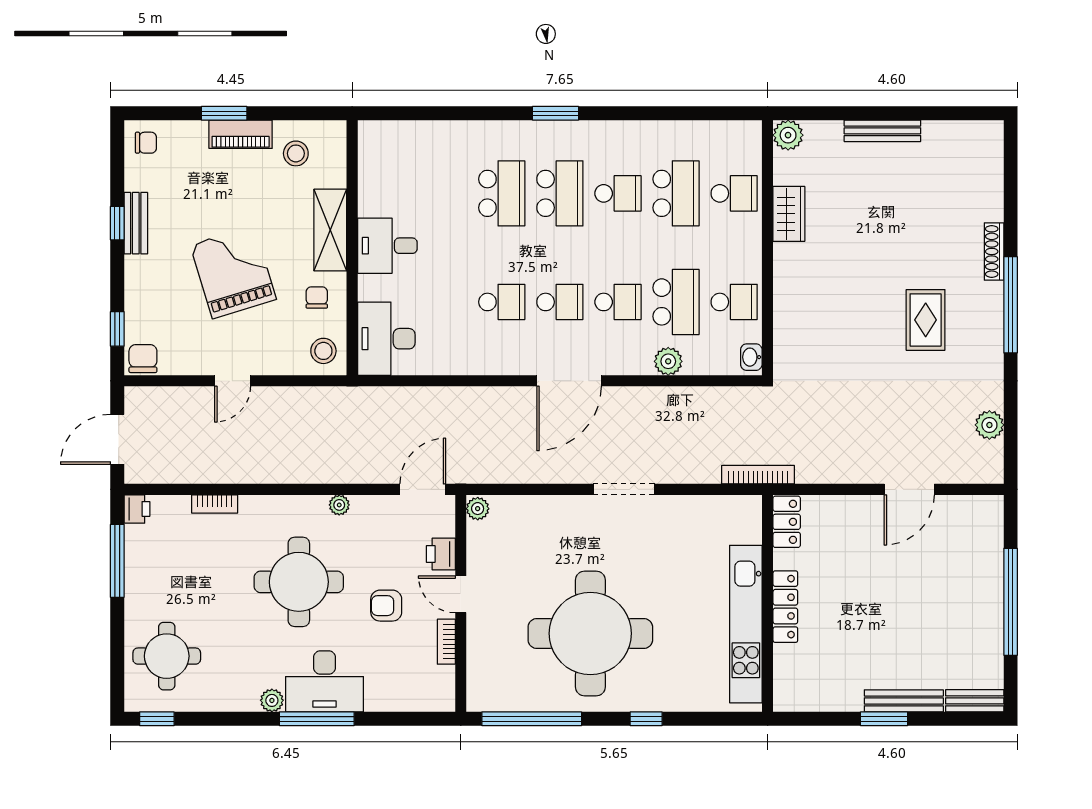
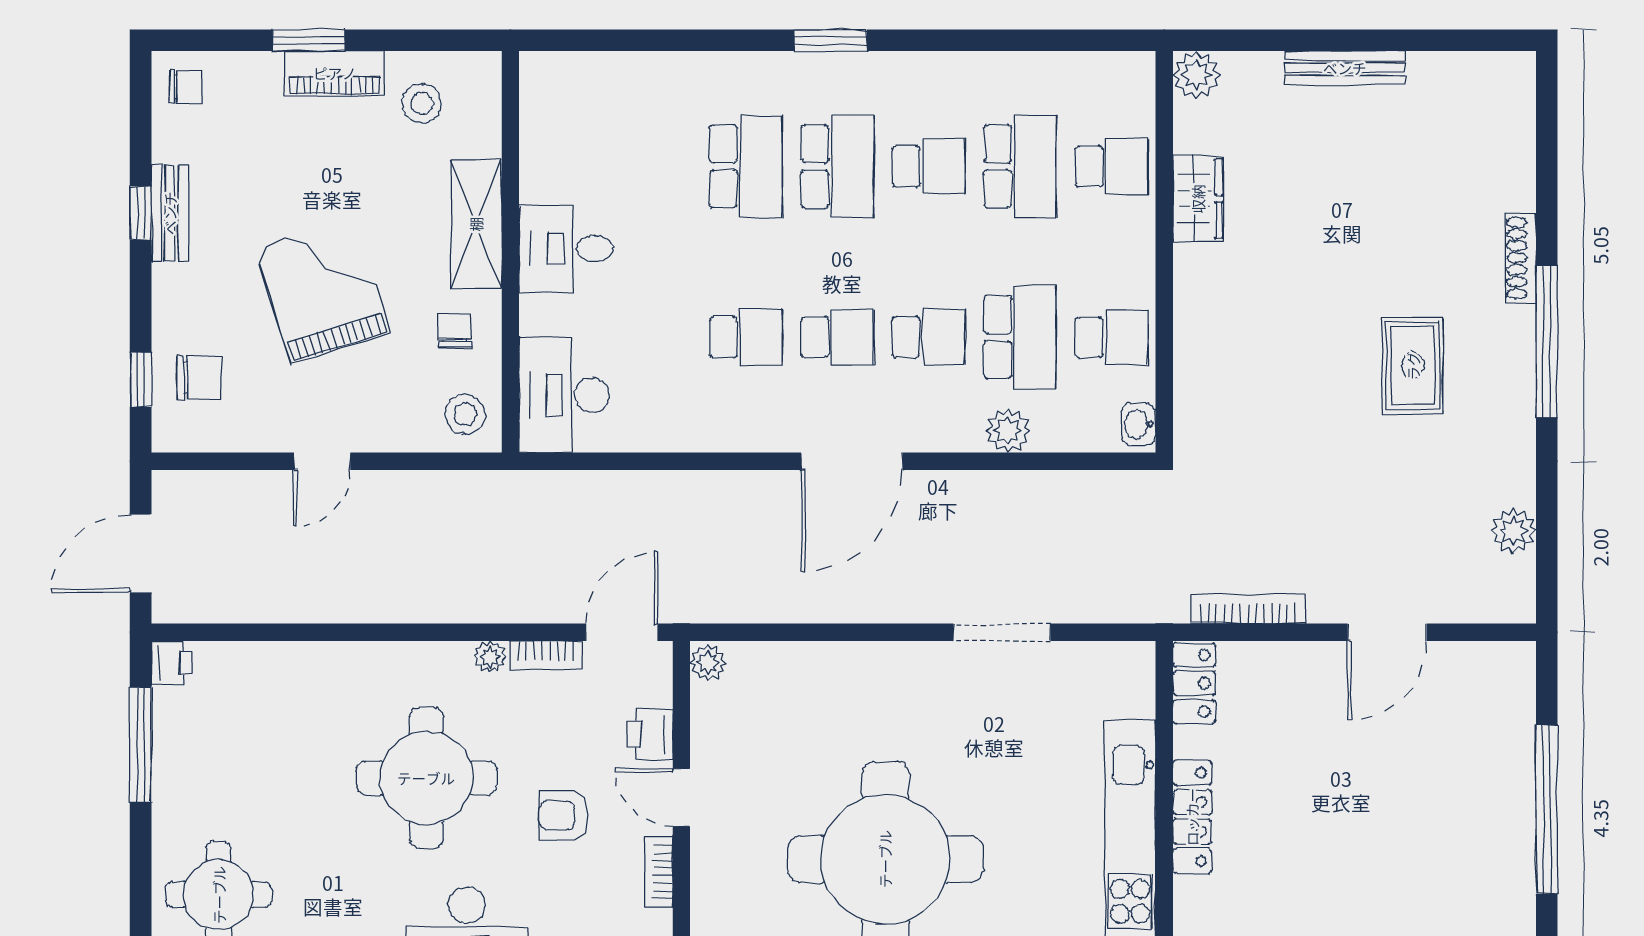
chair: (143, 359) -> (199, 378), moved, turned 90
bookcase: (758, 475) -> (1248, 609), moved
doorway: (624, 489) -> (1002, 632), moved
bookcase: (215, 504) -> (546, 655), moved

